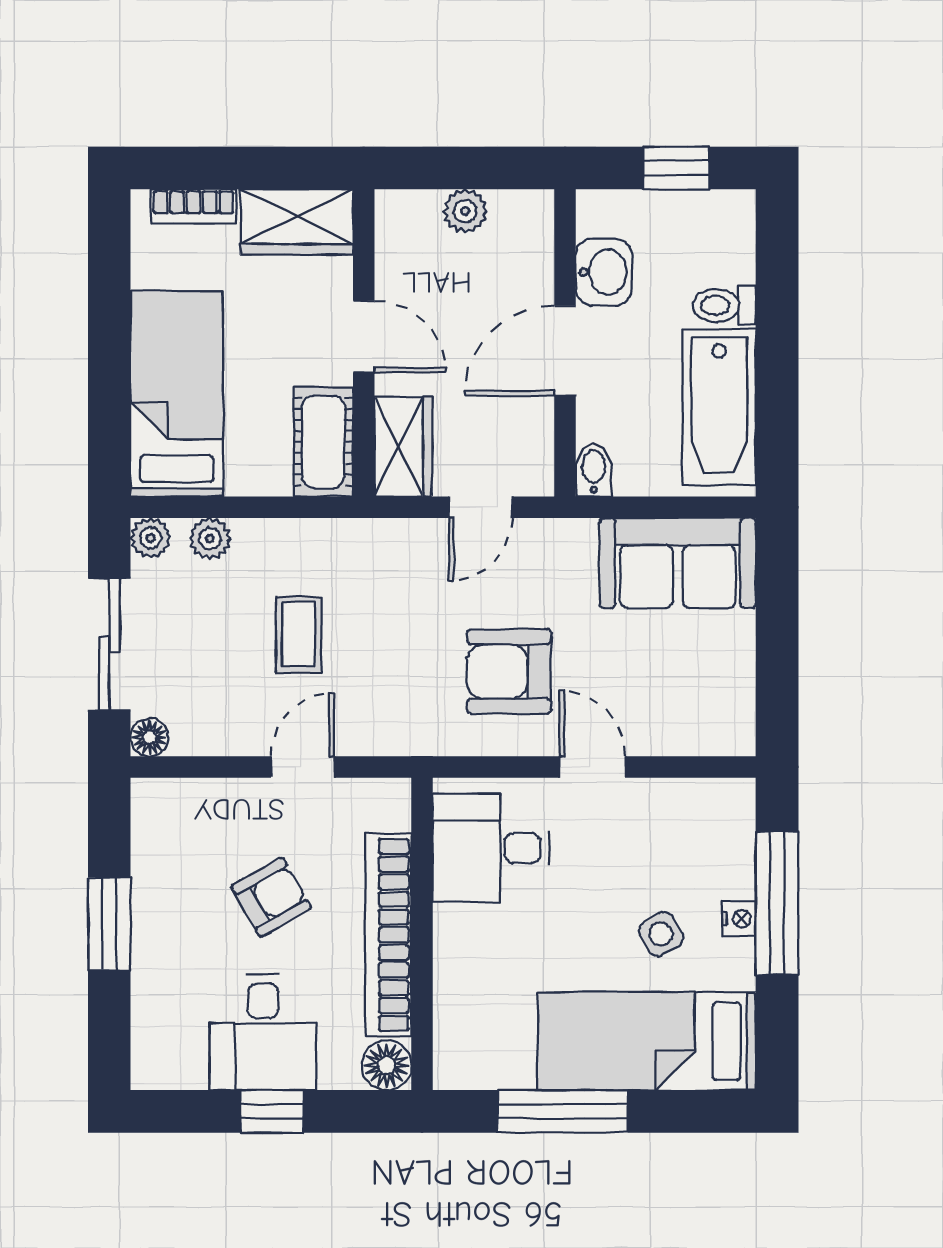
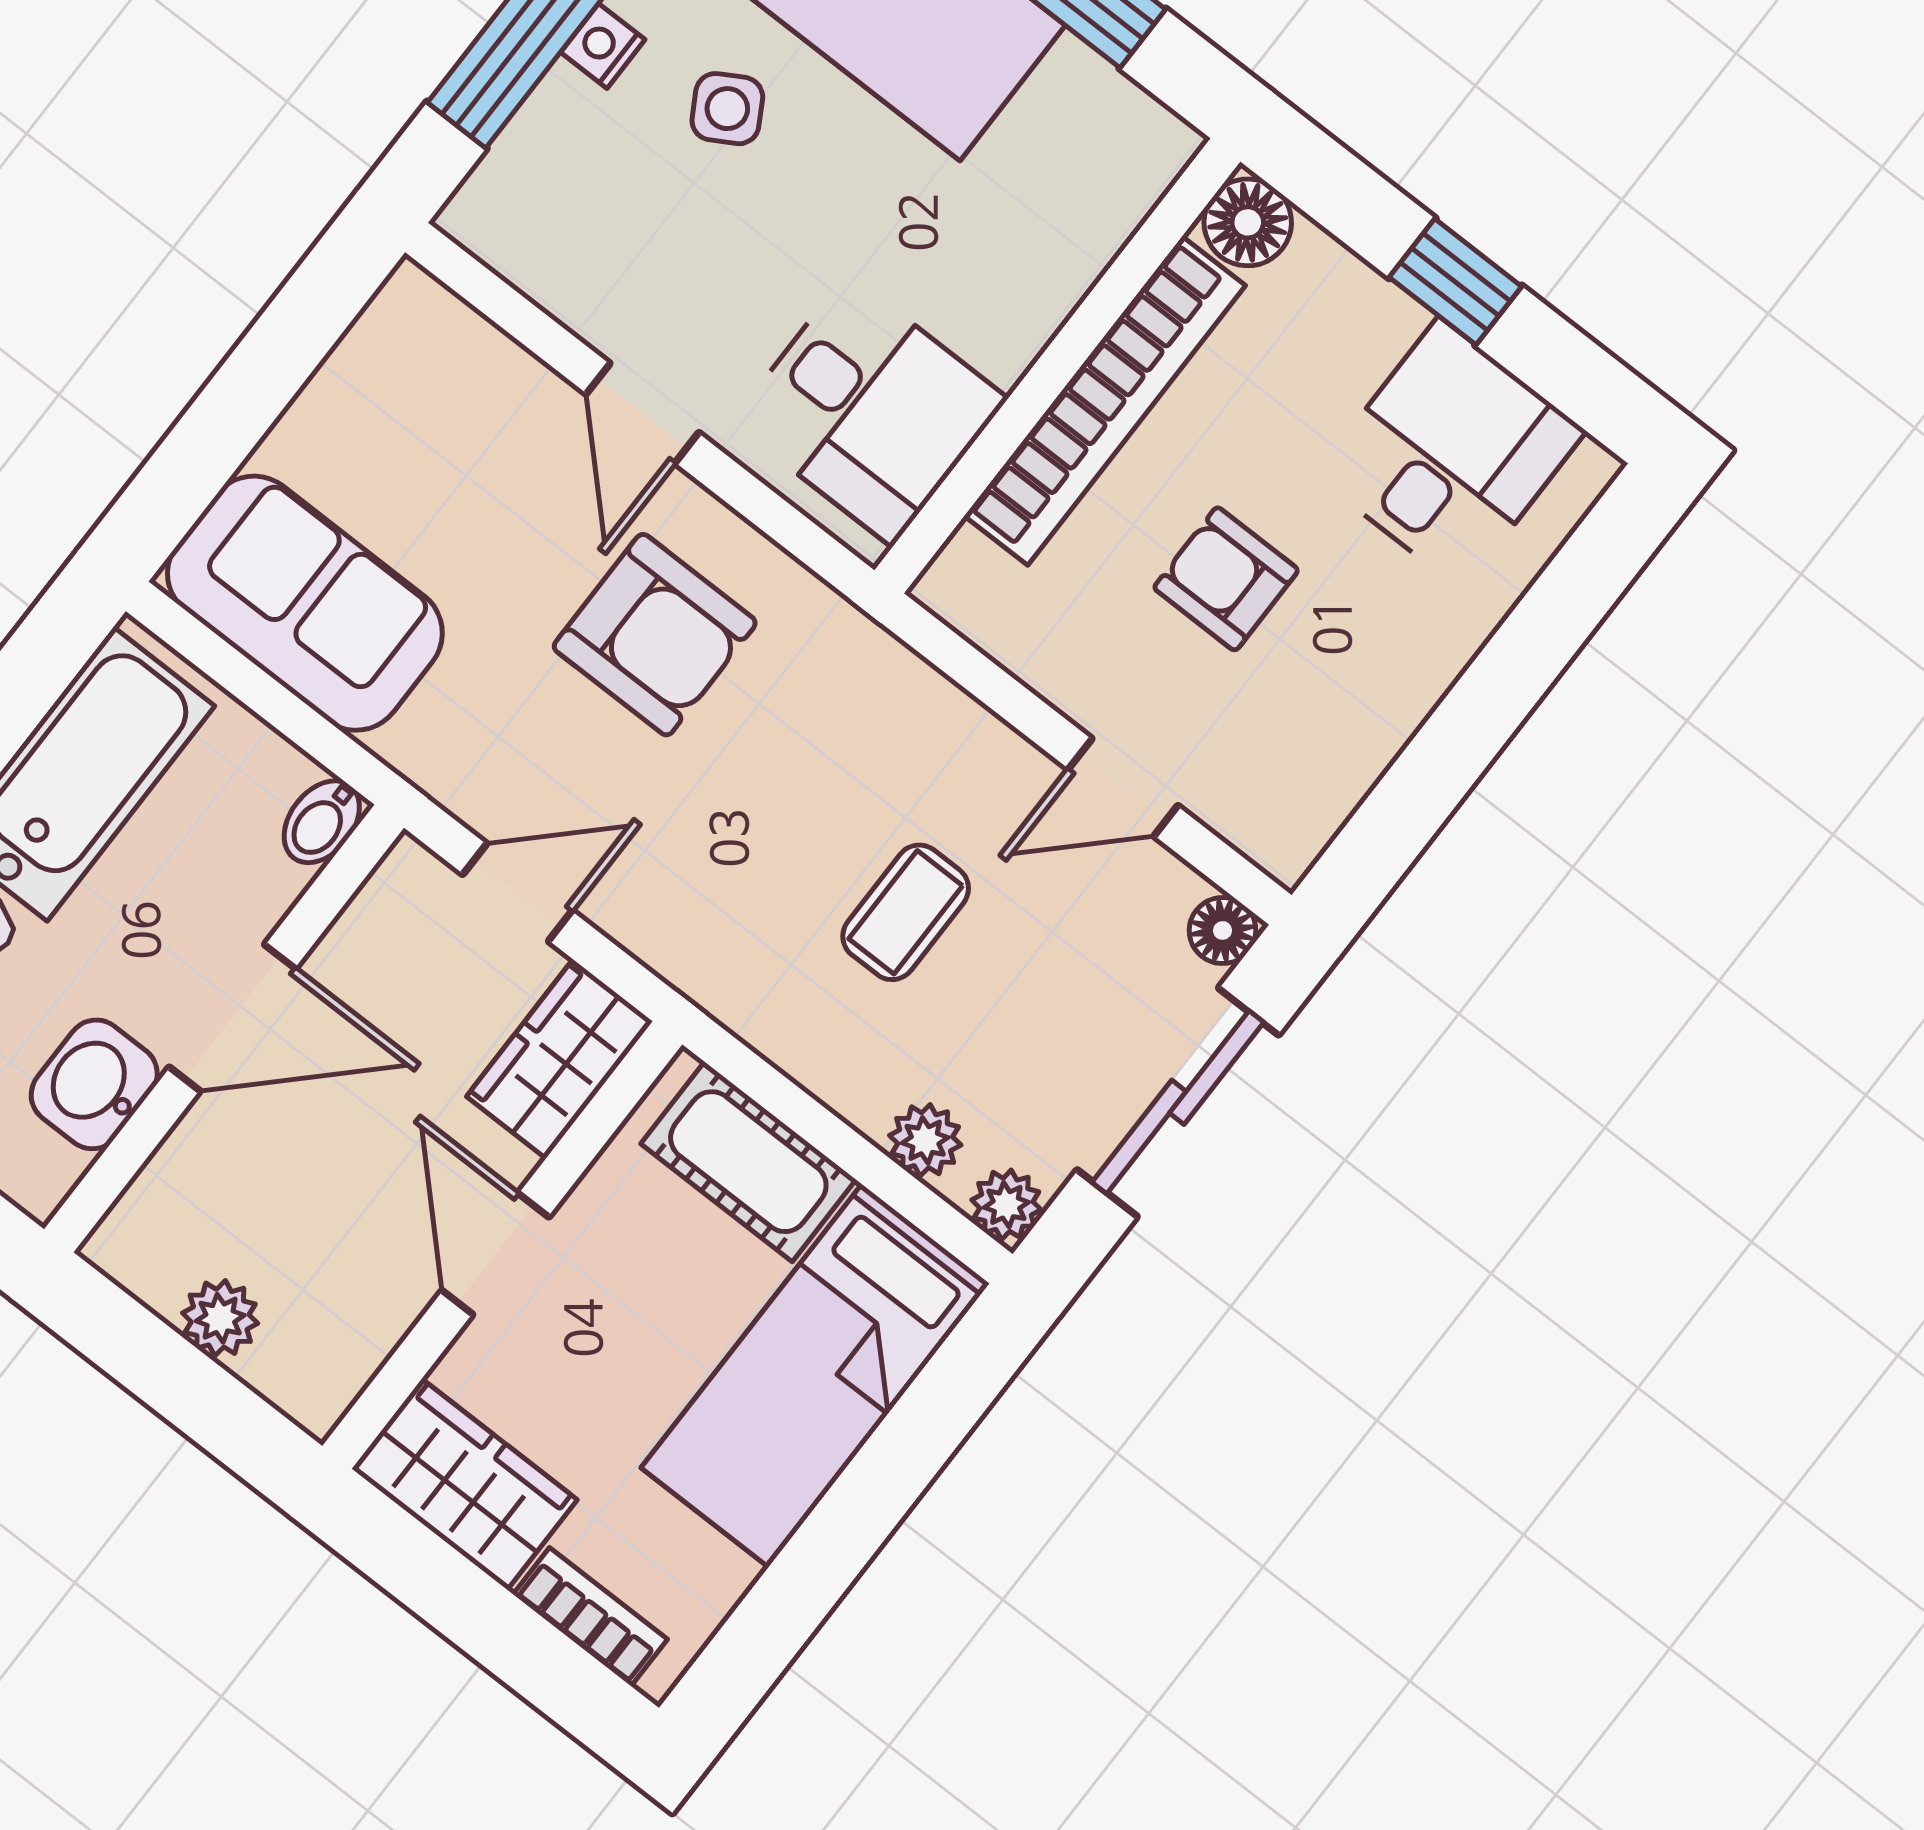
cot: (323, 442) -> (748, 1162), moved, turned 90
door: (303, 767) -> (1123, 787), moved
armchair: (271, 897) -> (1226, 579), turned 30
window: (109, 924) -> (1479, 716), removed
desk: (263, 1032) -> (1450, 453), moved

